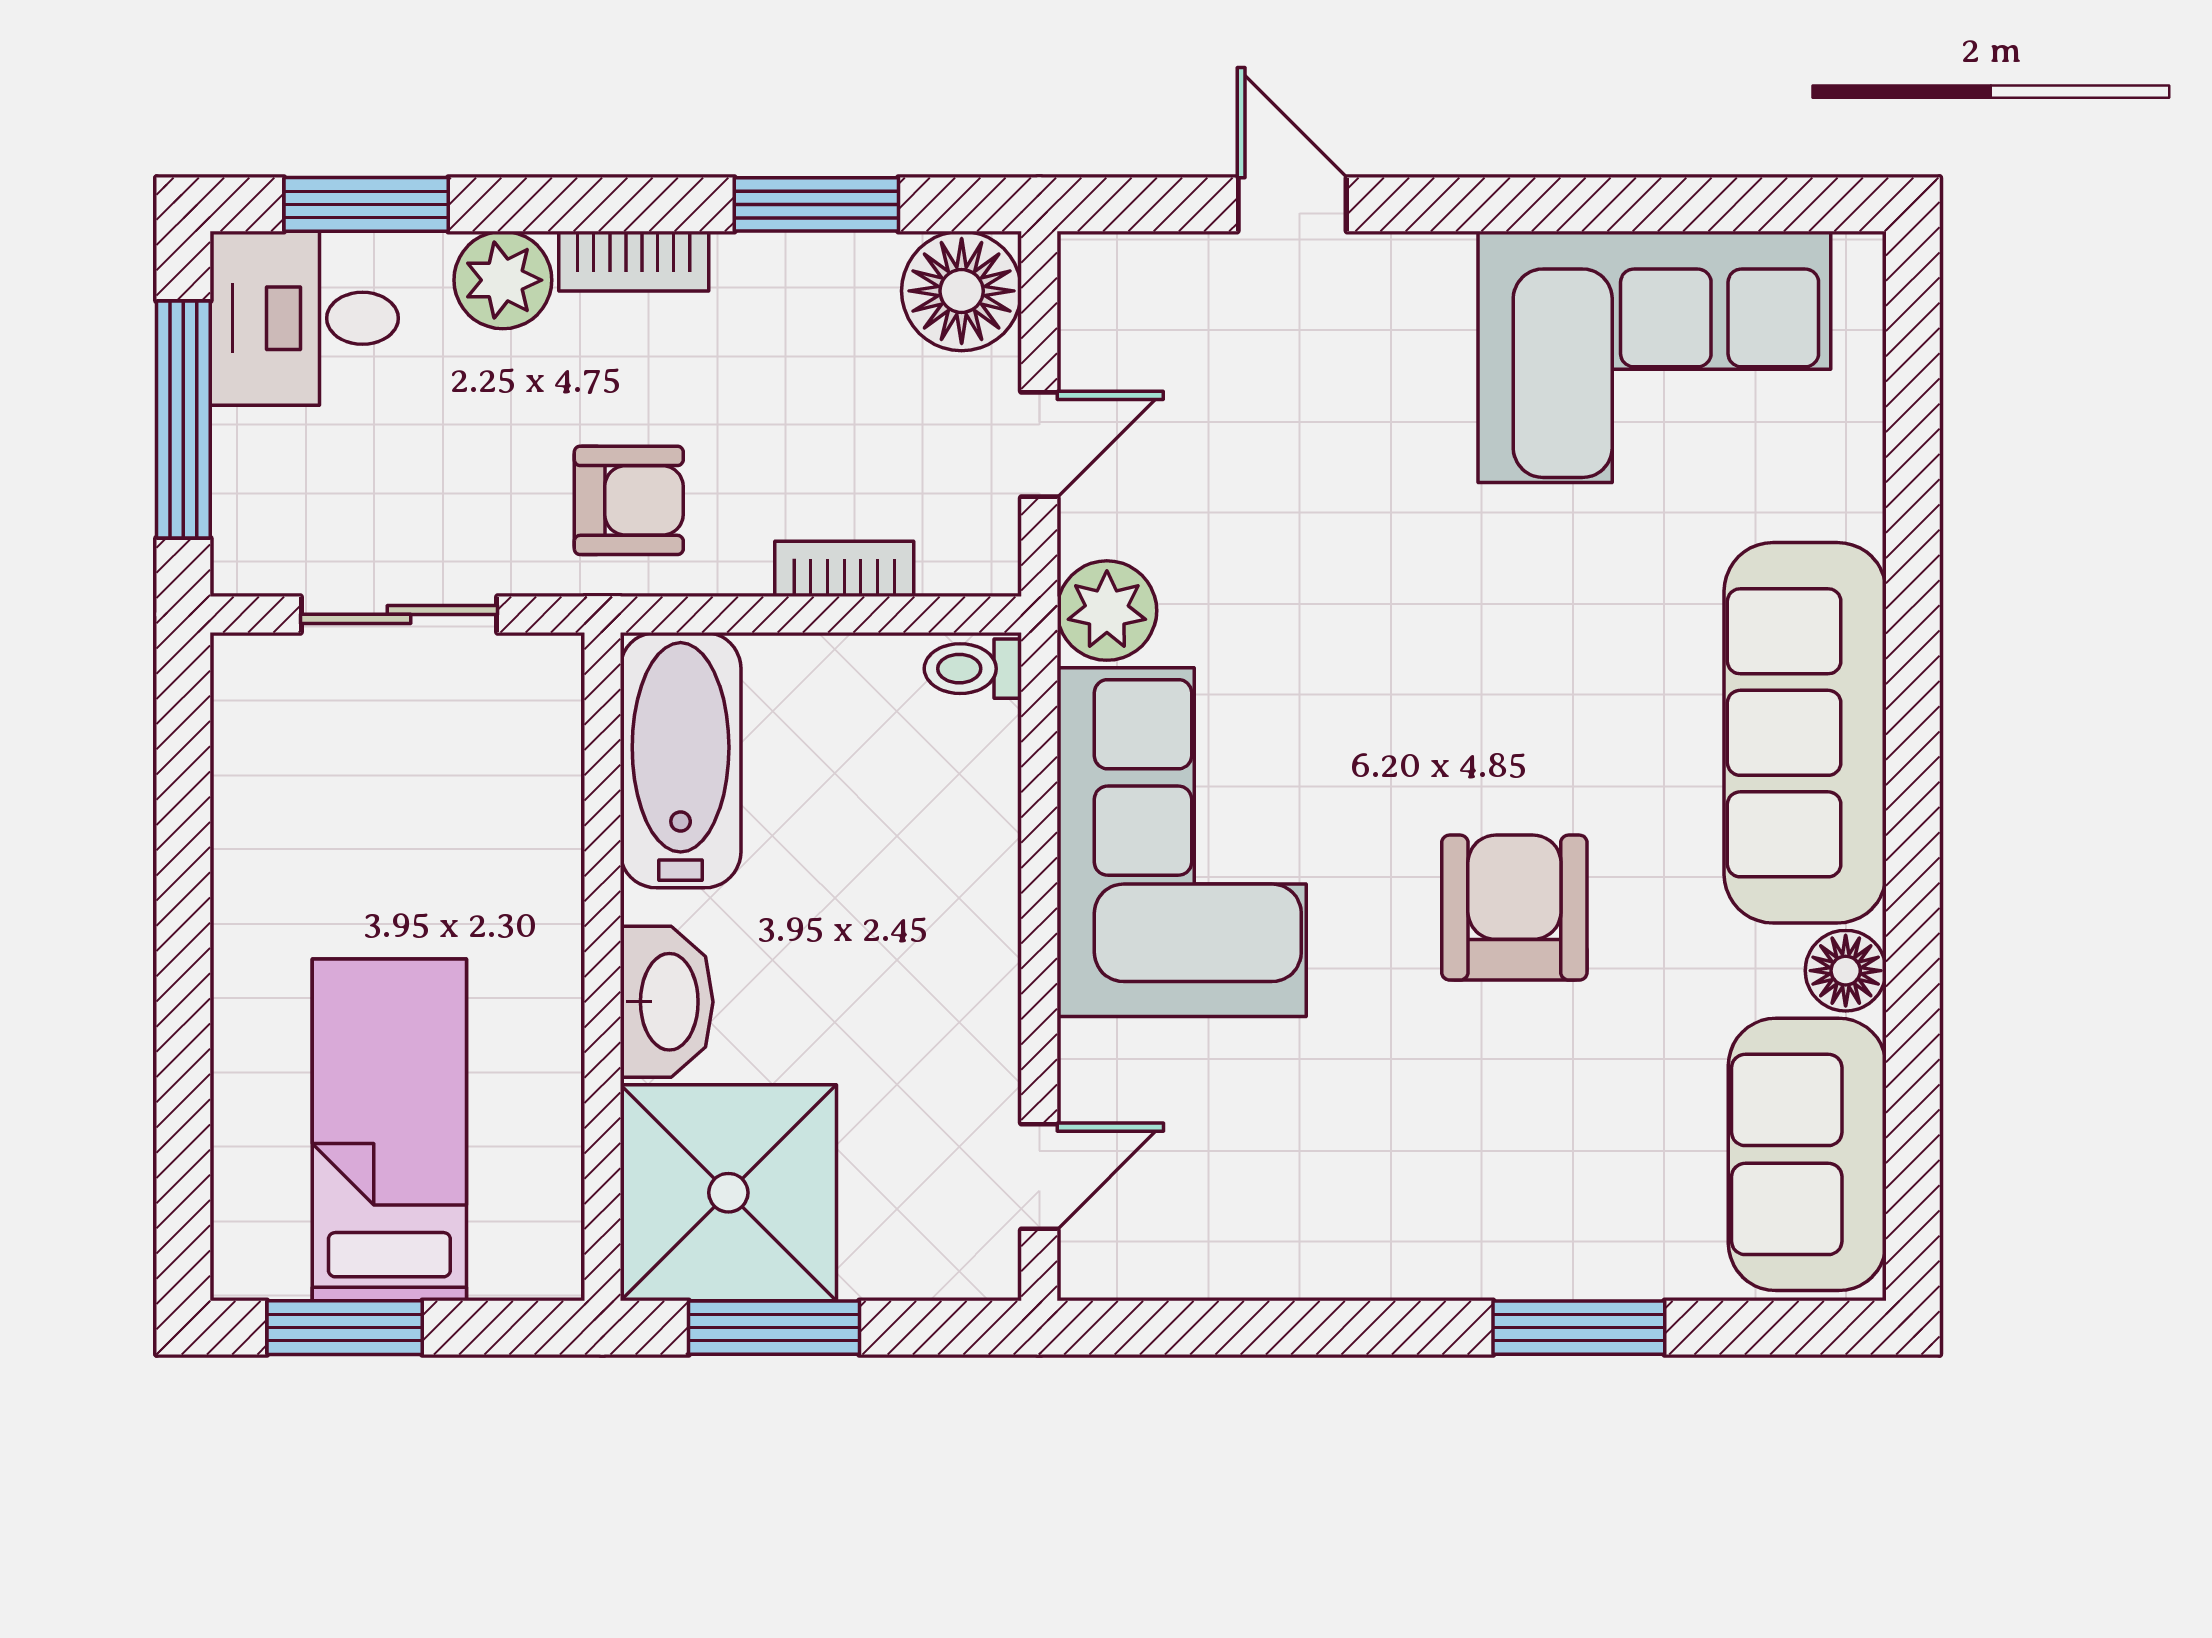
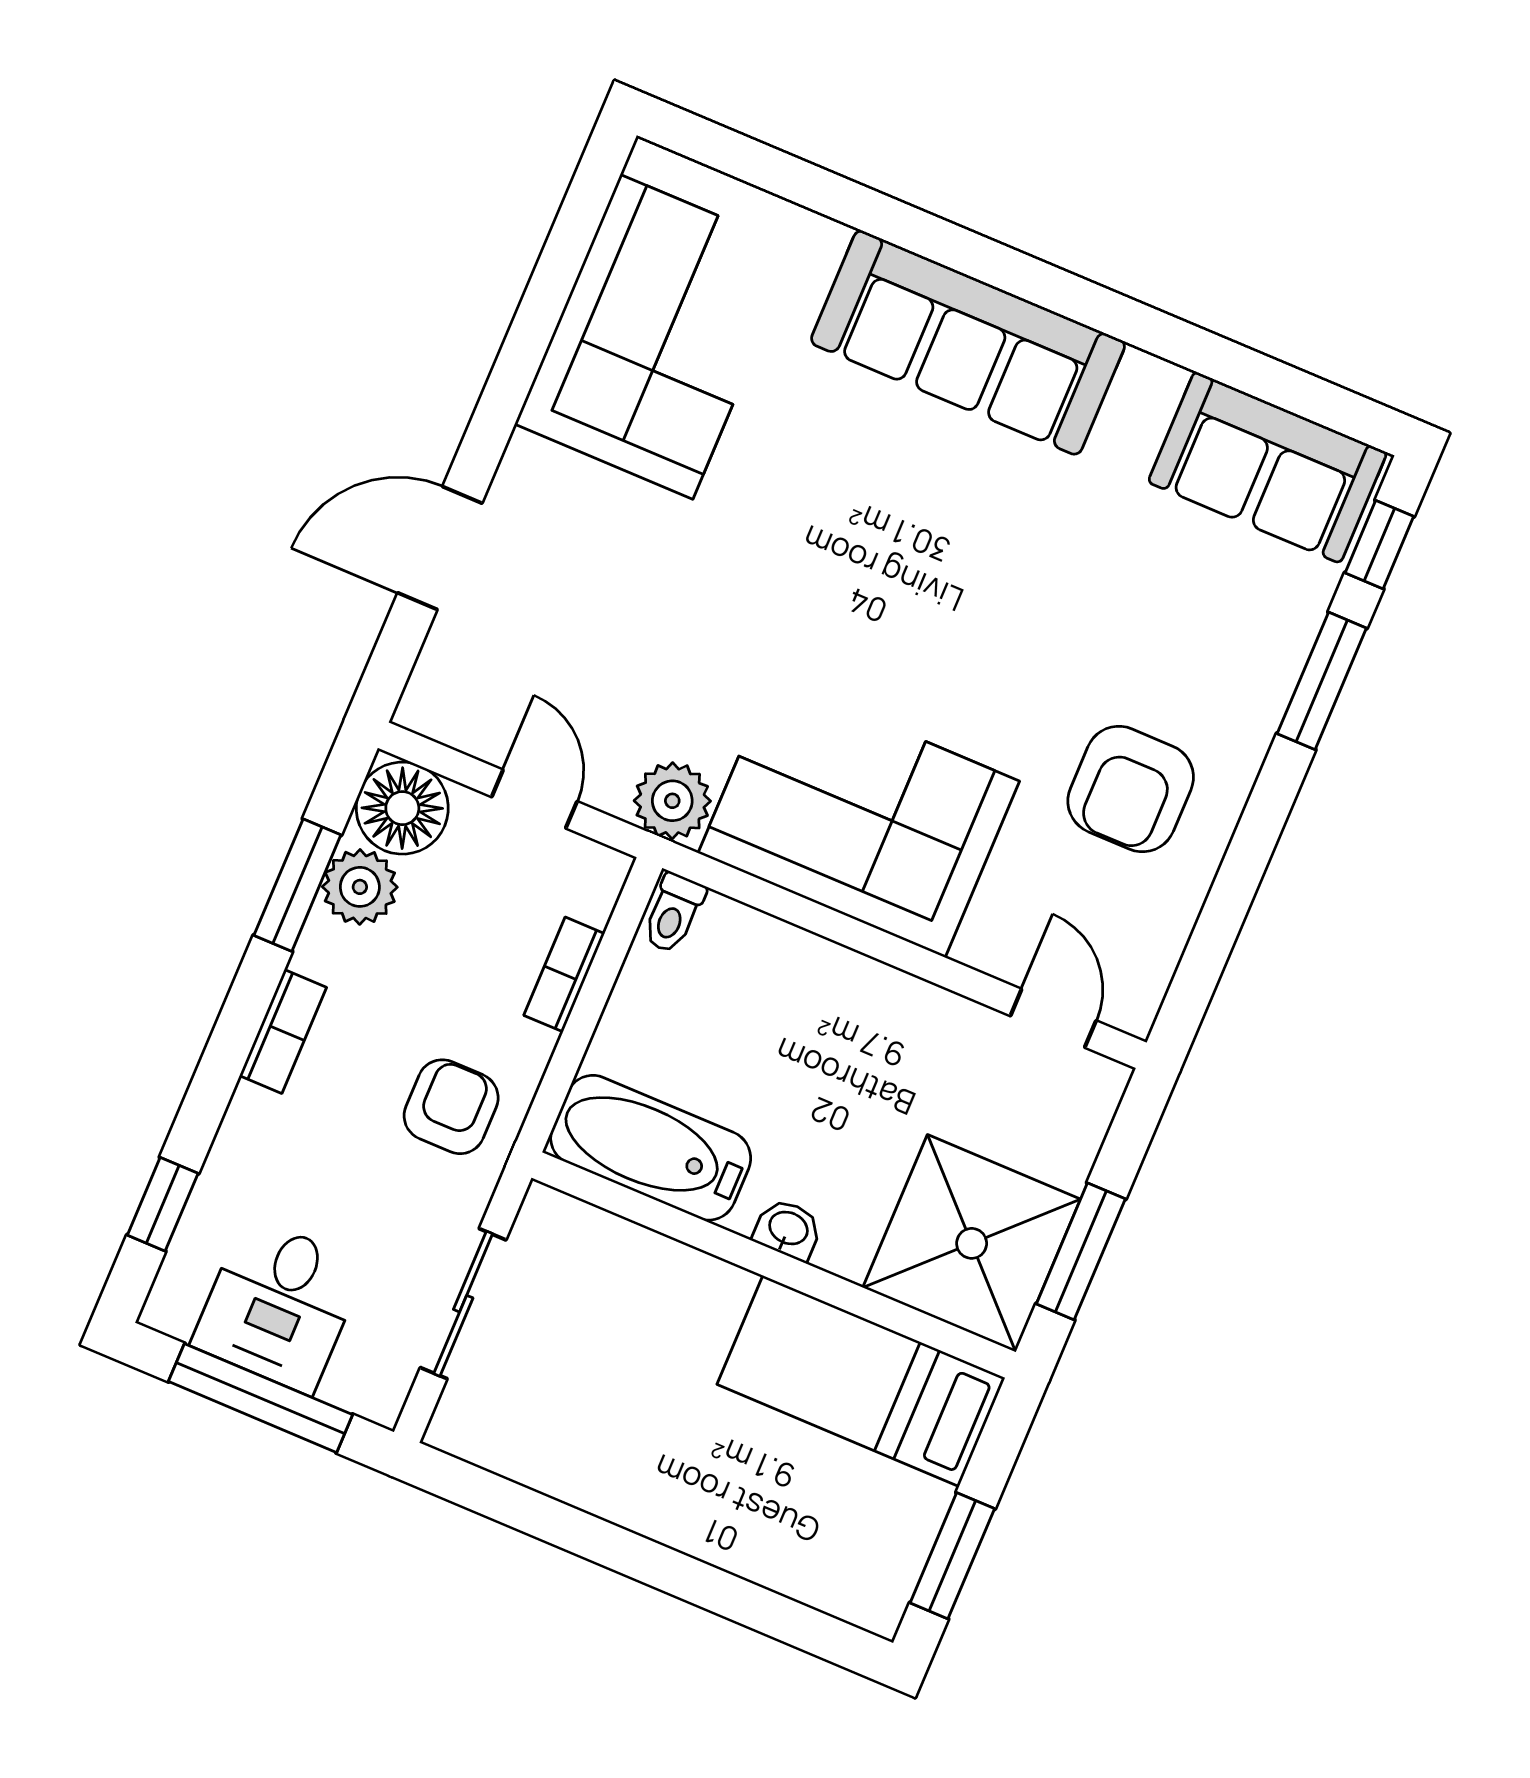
window: (366, 204) -> (163, 1204), width x0.67
door: (1292, 204) -> (440, 548), width x1.38
plant: (503, 280) -> (360, 887), moved
desk: (304, 318) -> (279, 1305), moved
armchair: (1514, 908) -> (1131, 789), moved, turned -90
floor lamp: (1846, 971) -> (1149, 385), removed
washbasin: (667, 1002) -> (788, 1229), width x0.52, depth x0.69
bed: (389, 1130) -> (861, 1381), moved
window: (1771, 1328) -> (1379, 545), added

